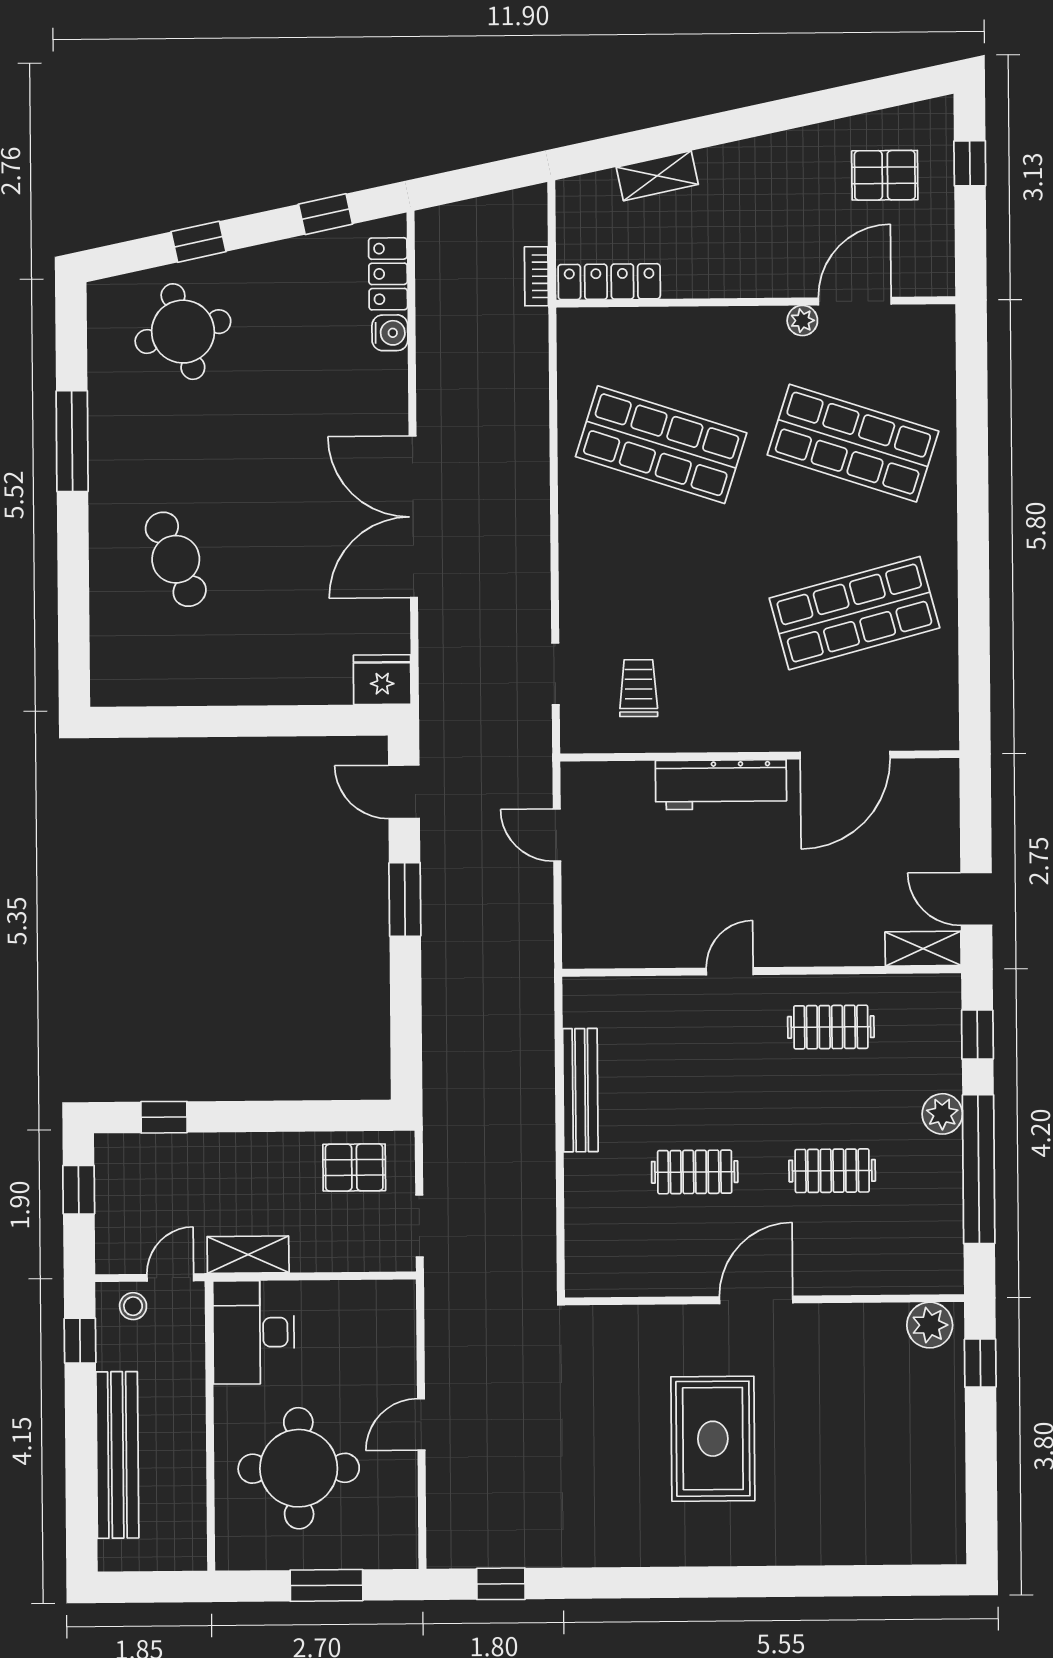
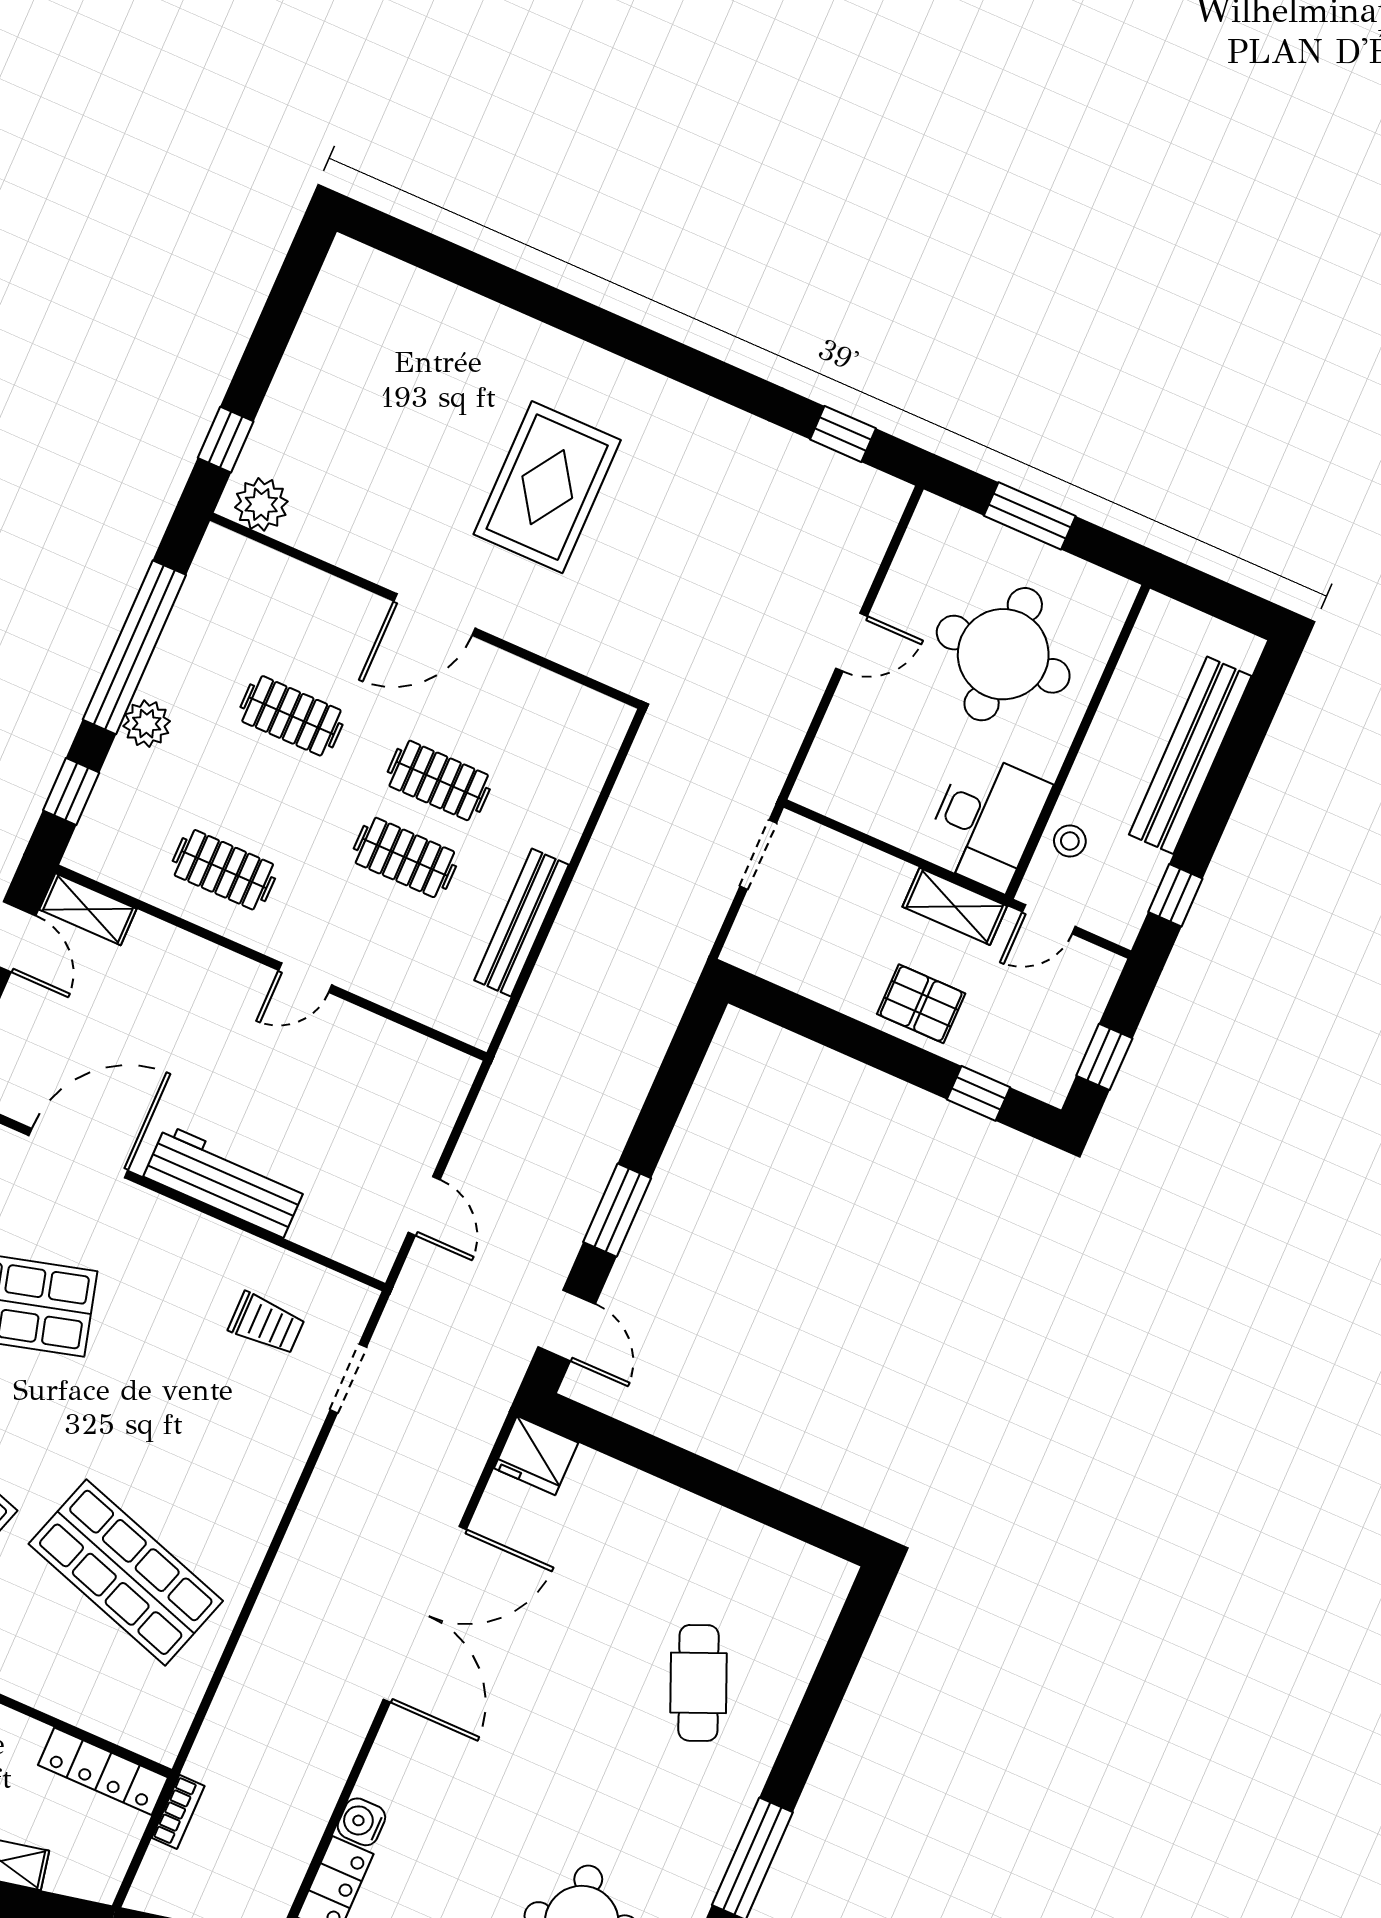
trolley: (639, 688) -> (267, 1324), turned -90
clothes rail: (694, 1100) -> (405, 857), added
pallet: (354, 1167) -> (921, 1004), moved
stool: (133, 1306) -> (1070, 841), moved

